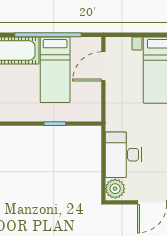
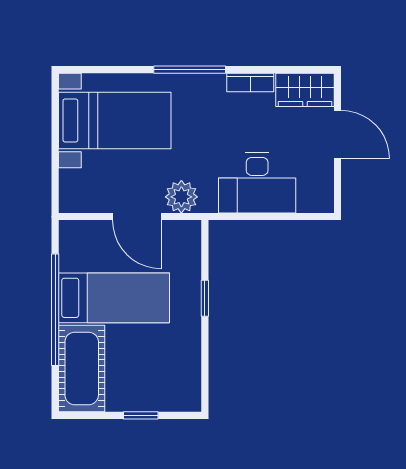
door: (103, 66) -> (137, 217), moved
plant: (115, 189) -> (181, 197), moved

